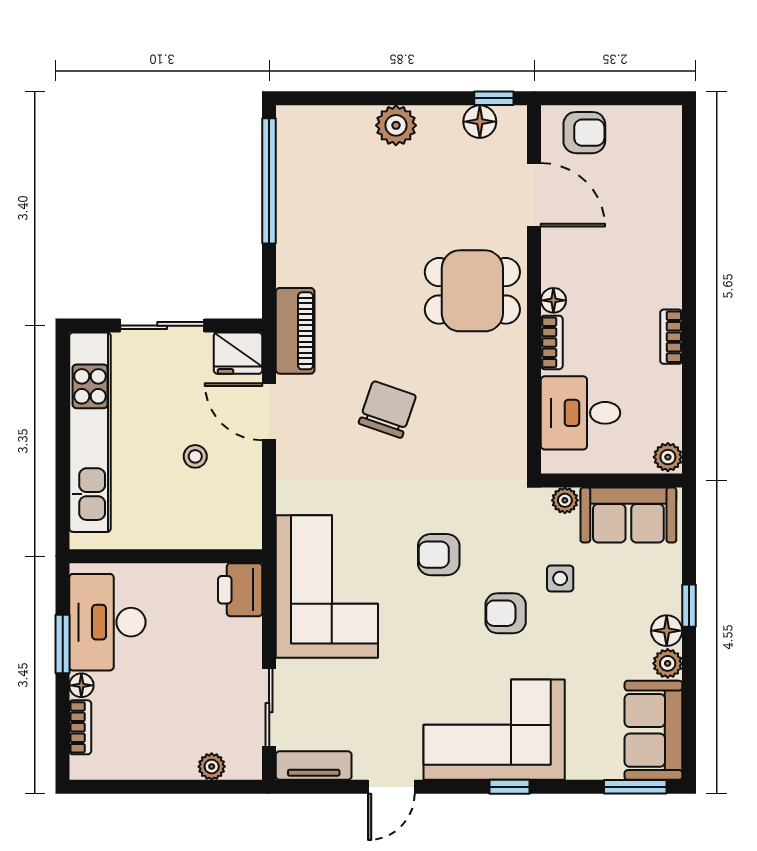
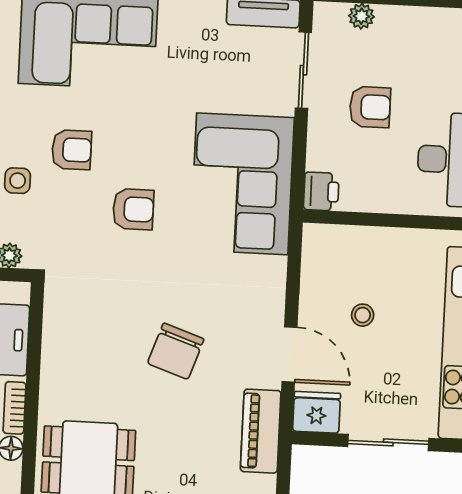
printer: (240, 590) -> (321, 191), width x0.73, depth x0.81
armchair: (198, 673) -> (370, 107), added

